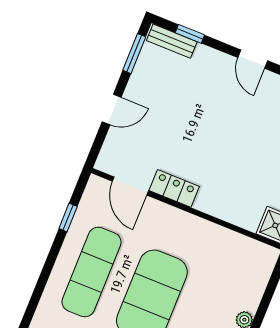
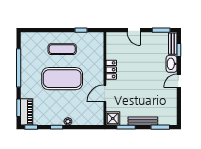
washbasin: (212, 60) -> (172, 64), added
door: (130, 186) -> (105, 93), moved
exercise mat: (92, 272) -> (62, 49), width x0.73, depth x0.69

